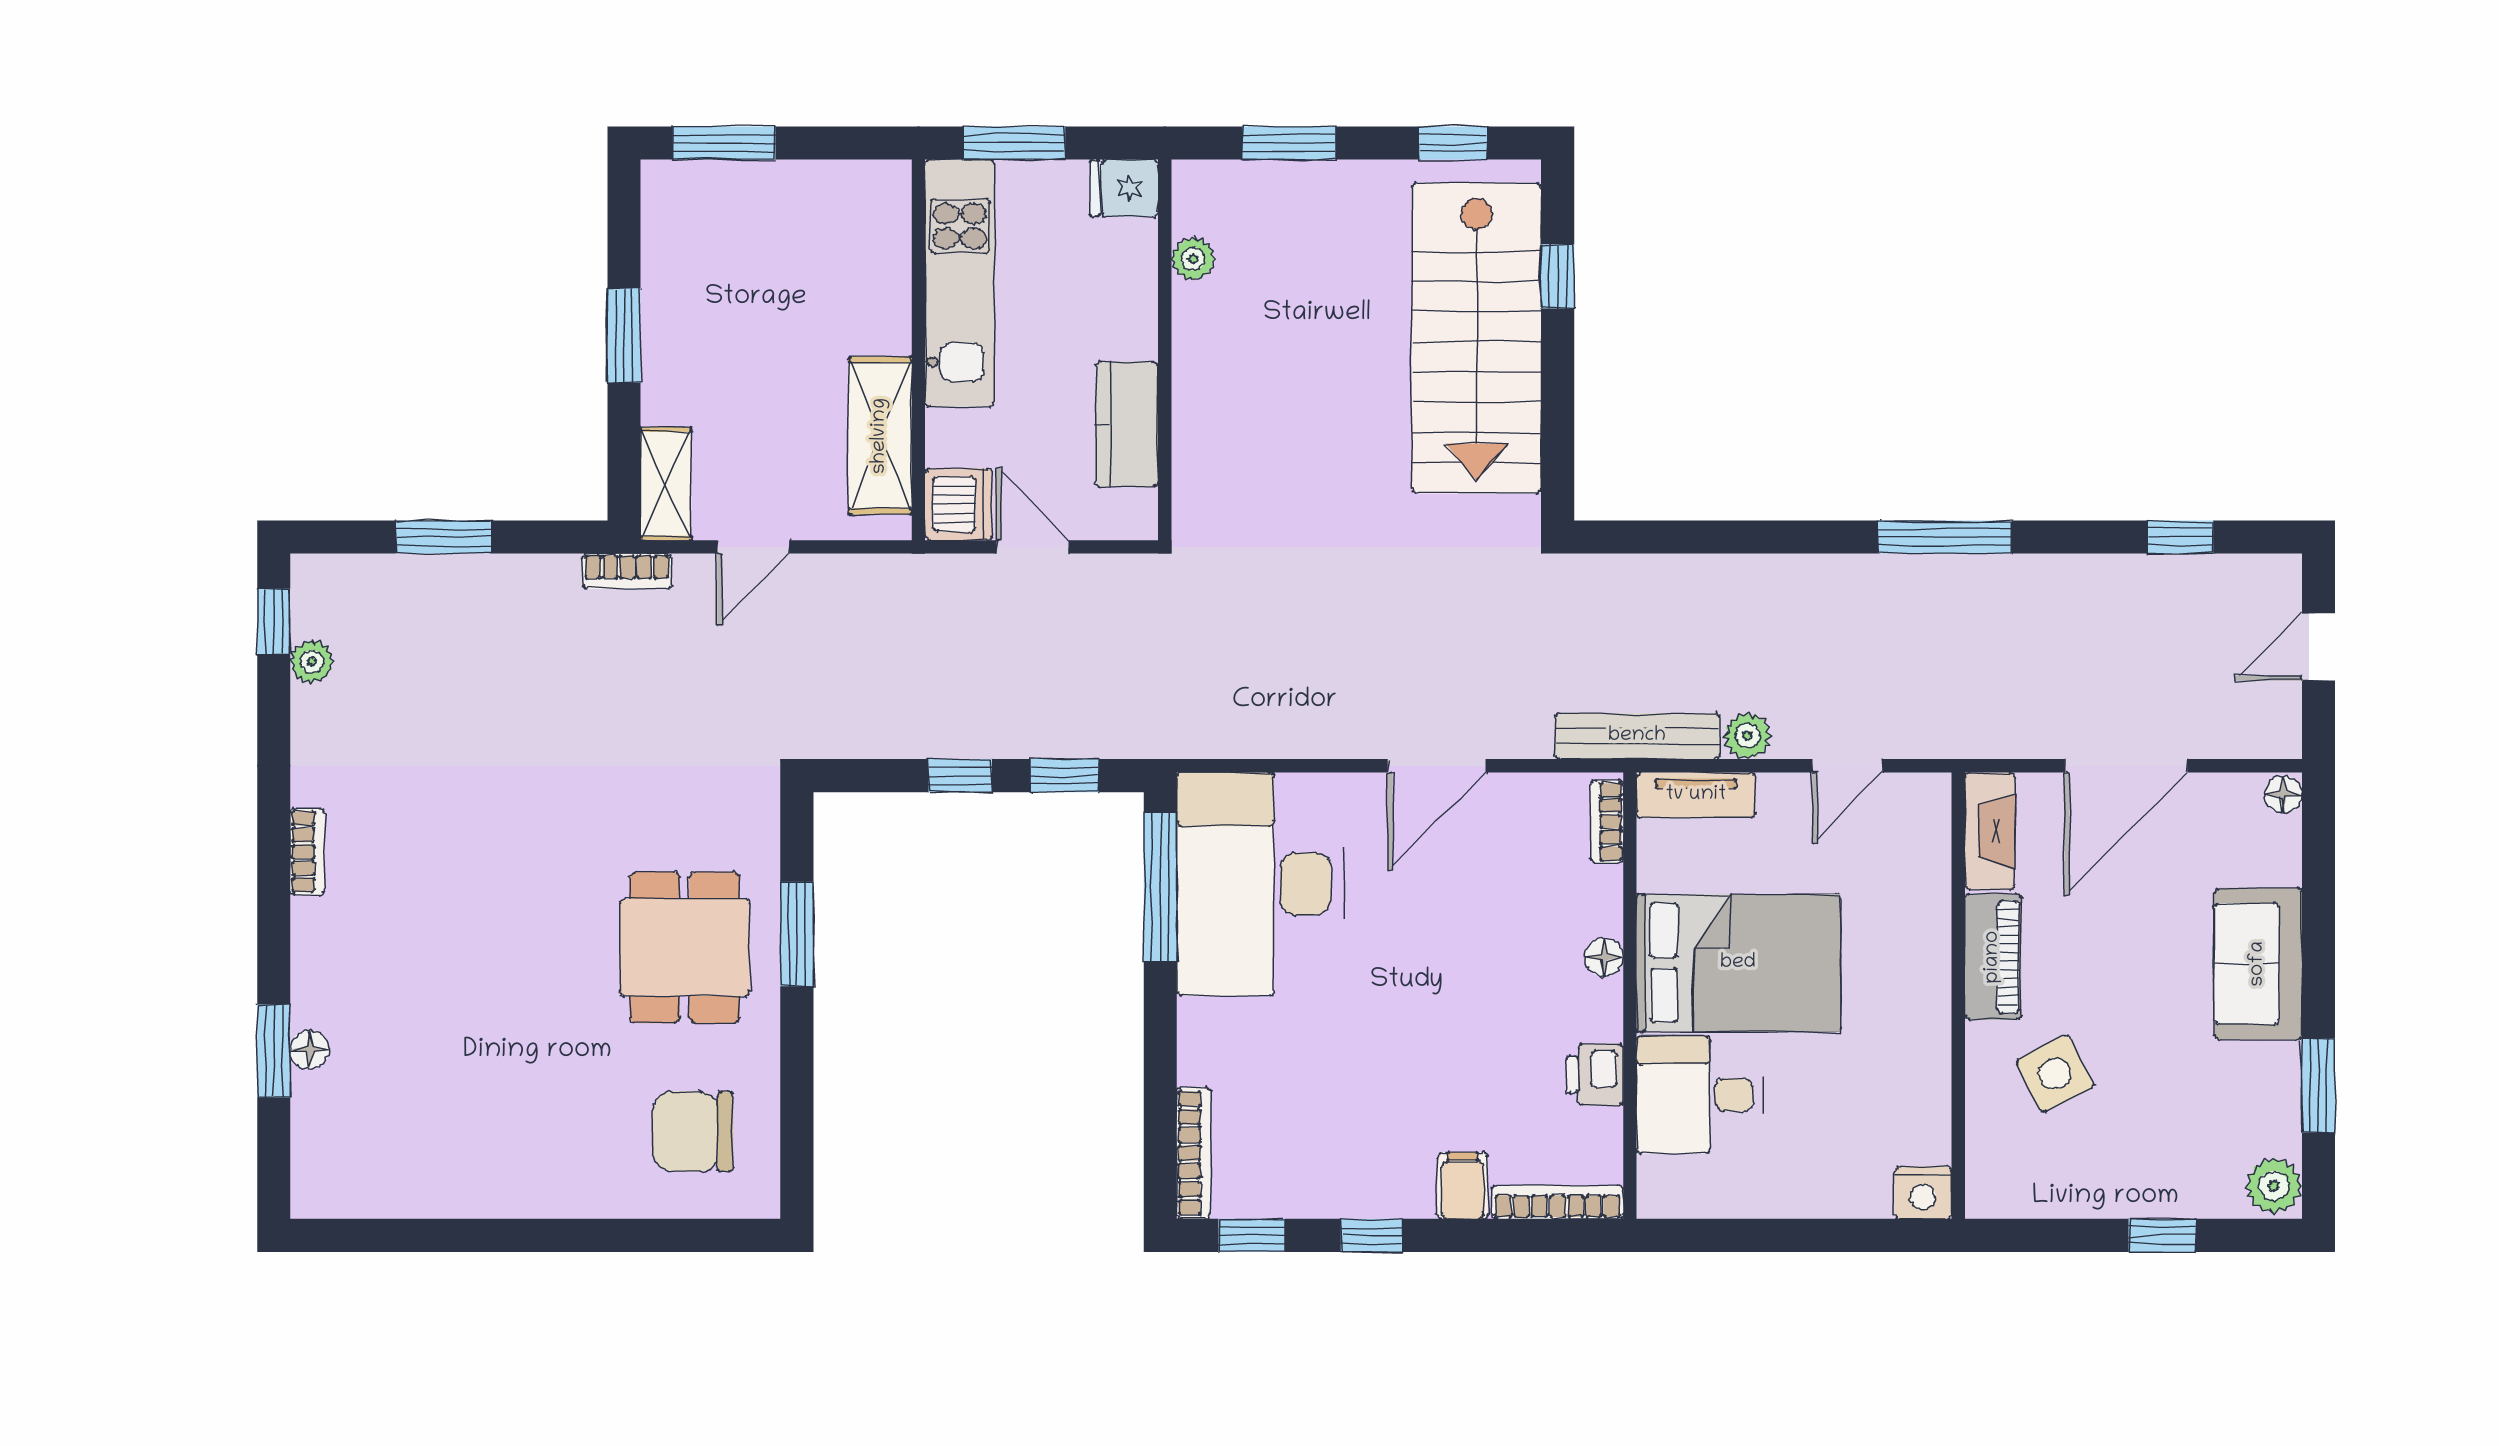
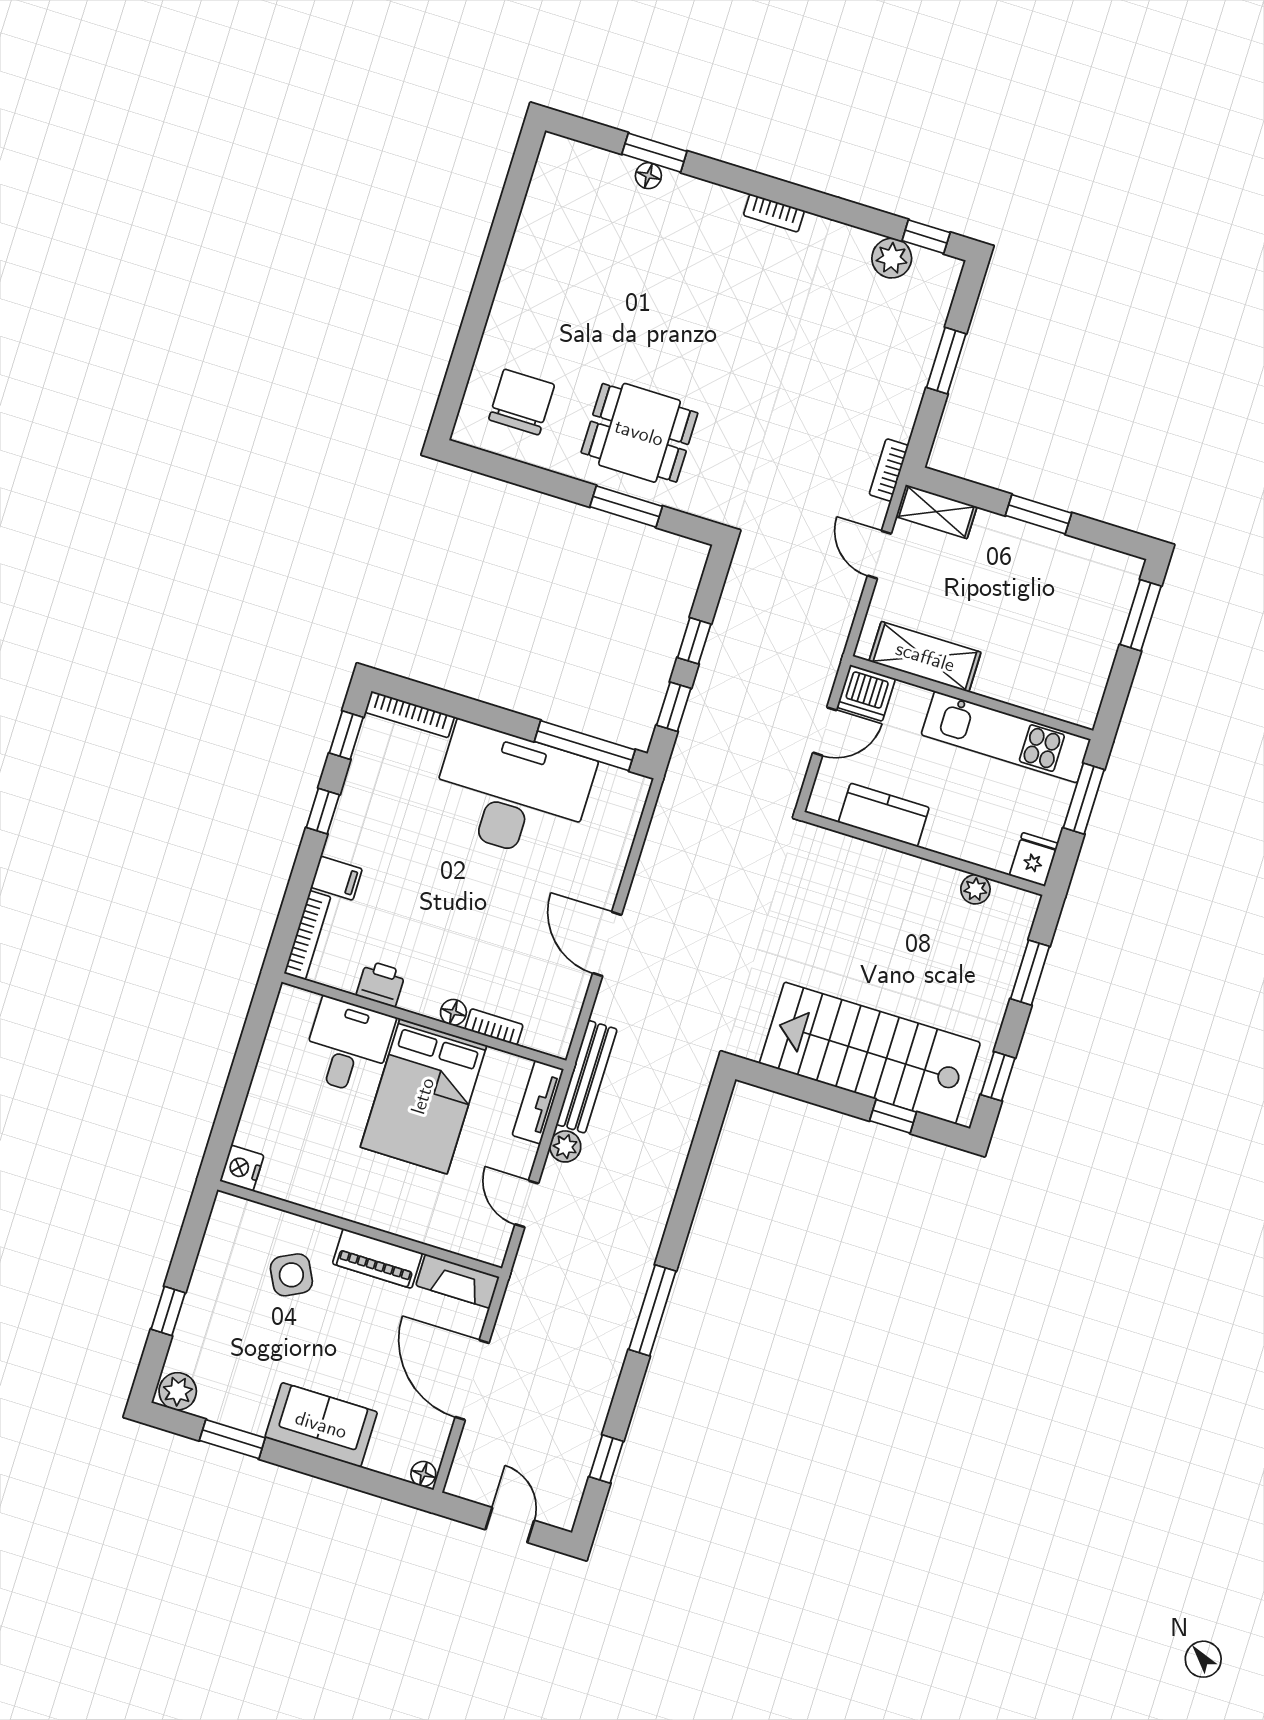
plant: (312, 662) -> (892, 258), width x1.38, depth x1.38
bookcase: (1607, 822) -> (494, 1027), moved
desk: (1260, 884) -> (512, 792), moved

